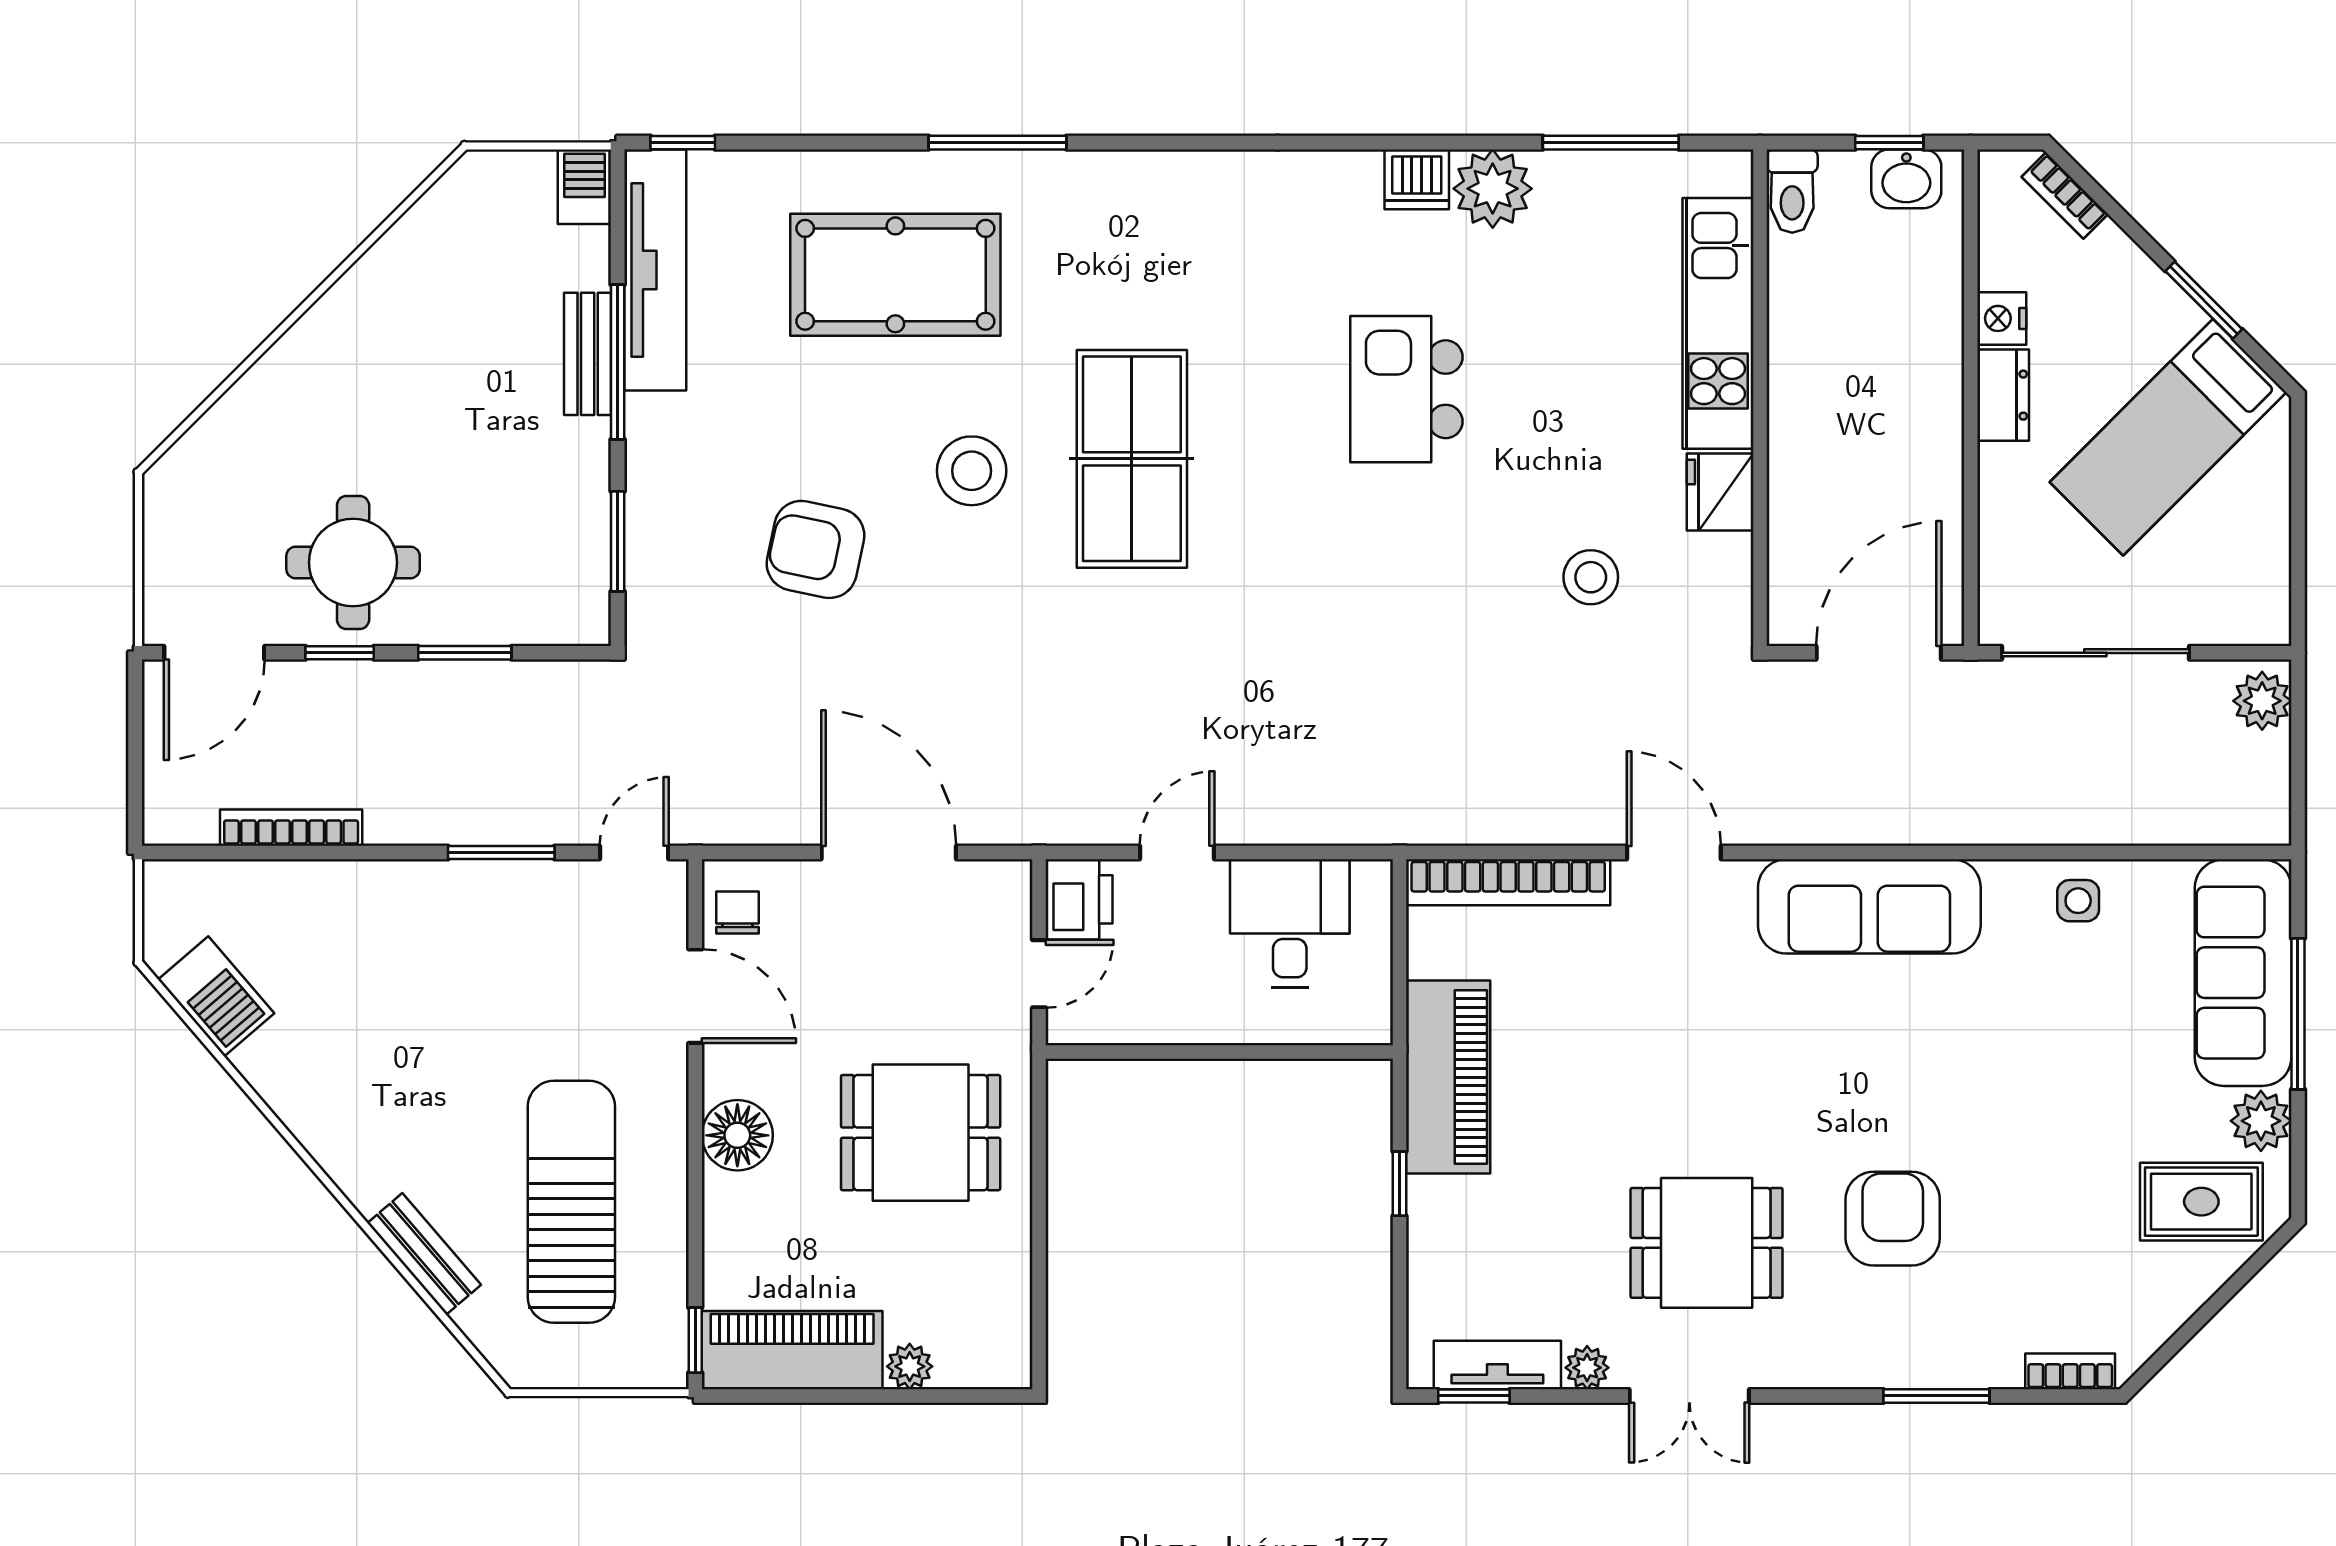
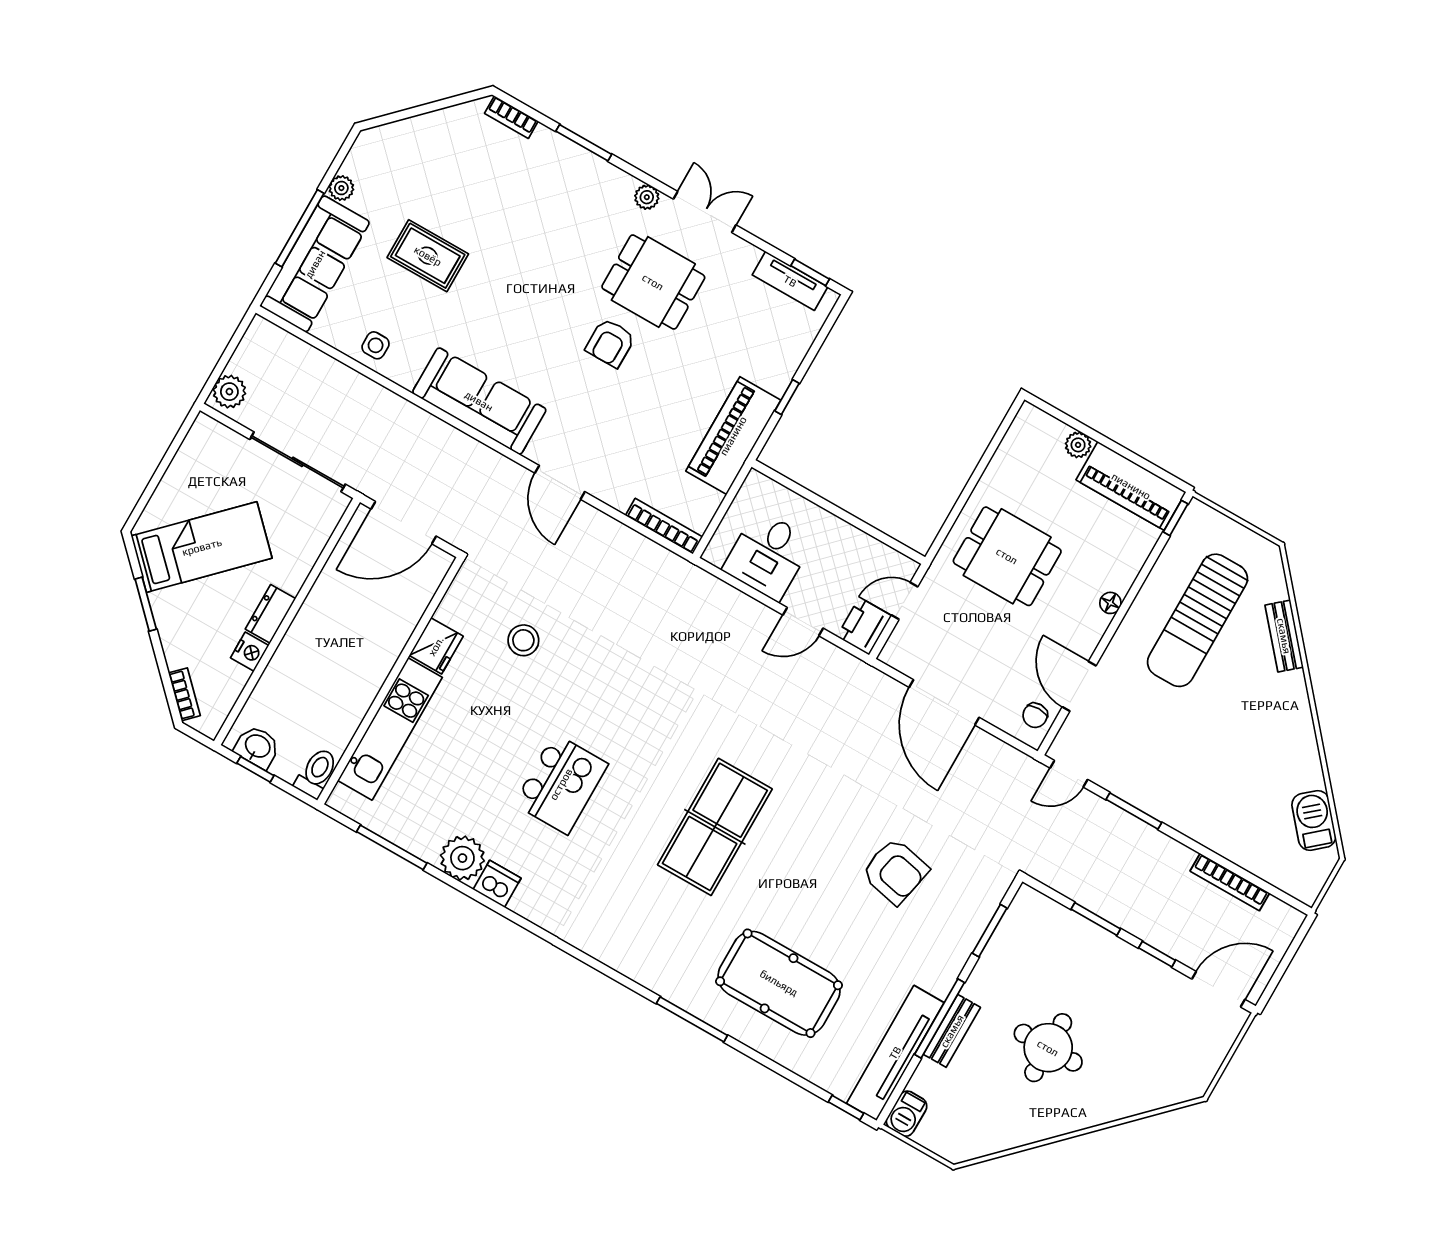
stool: (972, 471) -> (797, 866), removed
round table: (353, 563) -> (1048, 1048), moved
bookcase: (1508, 882) -> (664, 526), width x0.68, depth x0.76
plant: (2261, 1121) -> (341, 188), width x0.73, depth x0.73
floor lamp: (737, 1135) -> (1110, 603), width x0.53, depth x0.53
rug: (2201, 1202) -> (428, 256), moved
armchair: (1893, 1219) -> (610, 343), moved, width x0.72, depth x0.72
plant: (1587, 1368) -> (647, 197), moved

